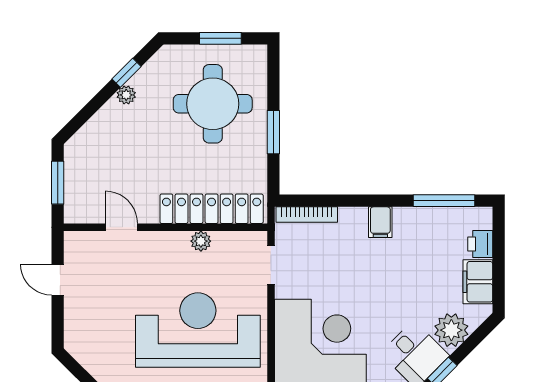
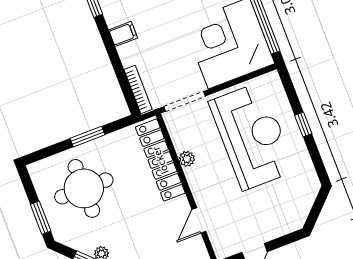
window: (220, 38) -> (41, 218), moved
doorway: (271, 265) -> (185, 101), width x1.38
reception desk: (198, 330) -> (252, 136), turned 180

